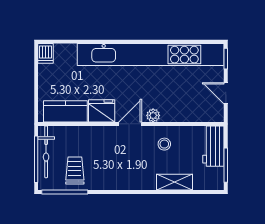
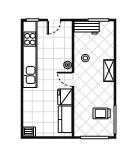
kitchen unit: (151, 55) -> (30, 54), width x0.73
bicycle: (46, 152) -> (90, 131), removed
shelving: (174, 182) -> (109, 71), moved

